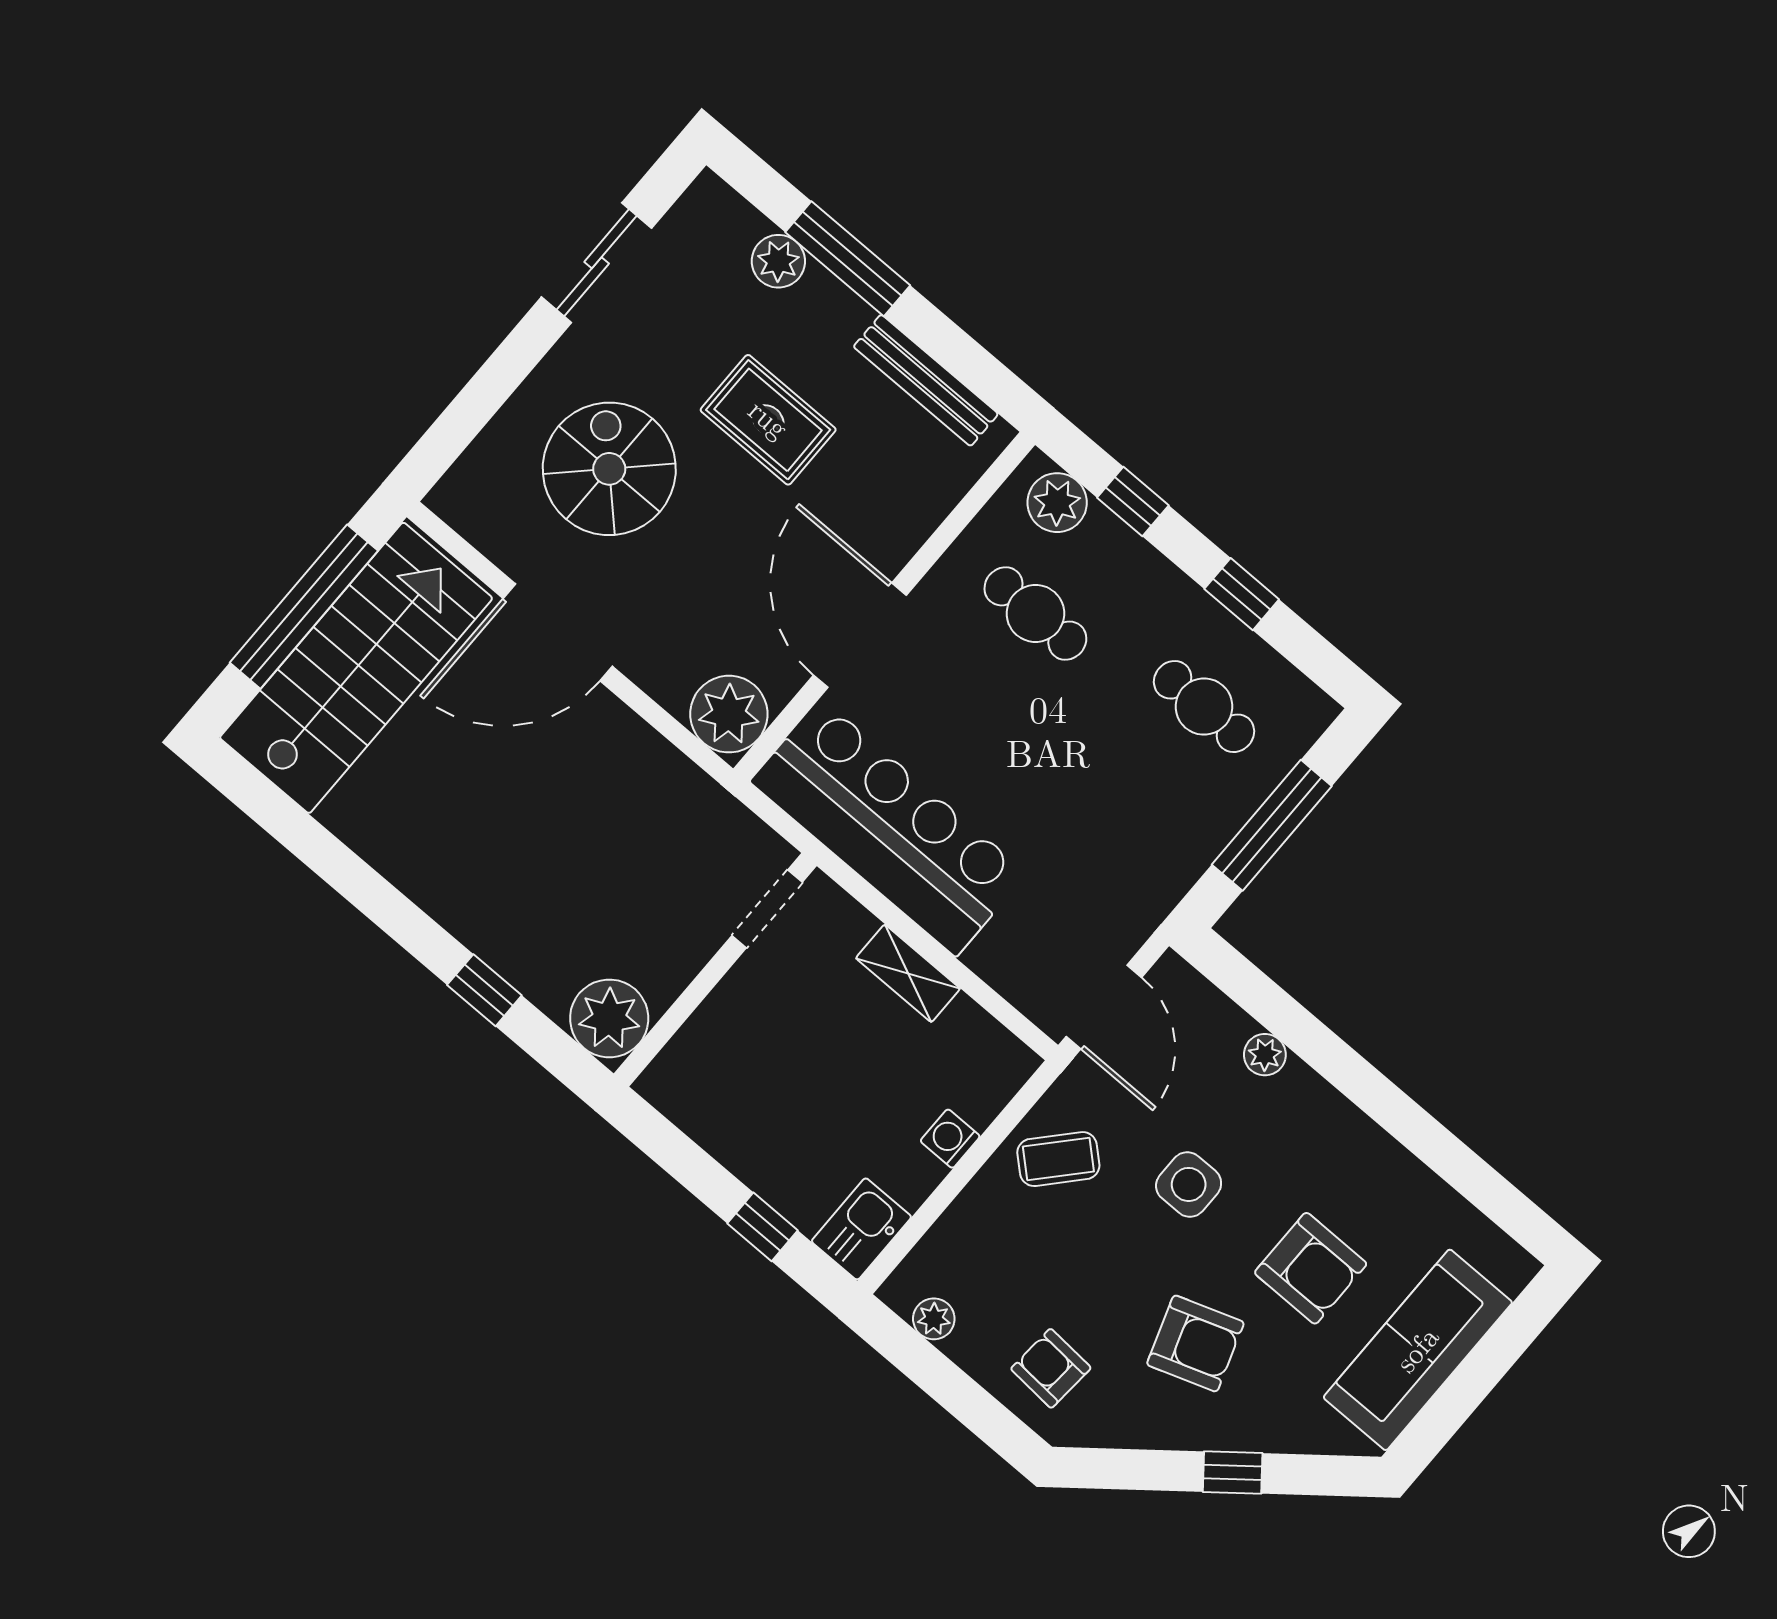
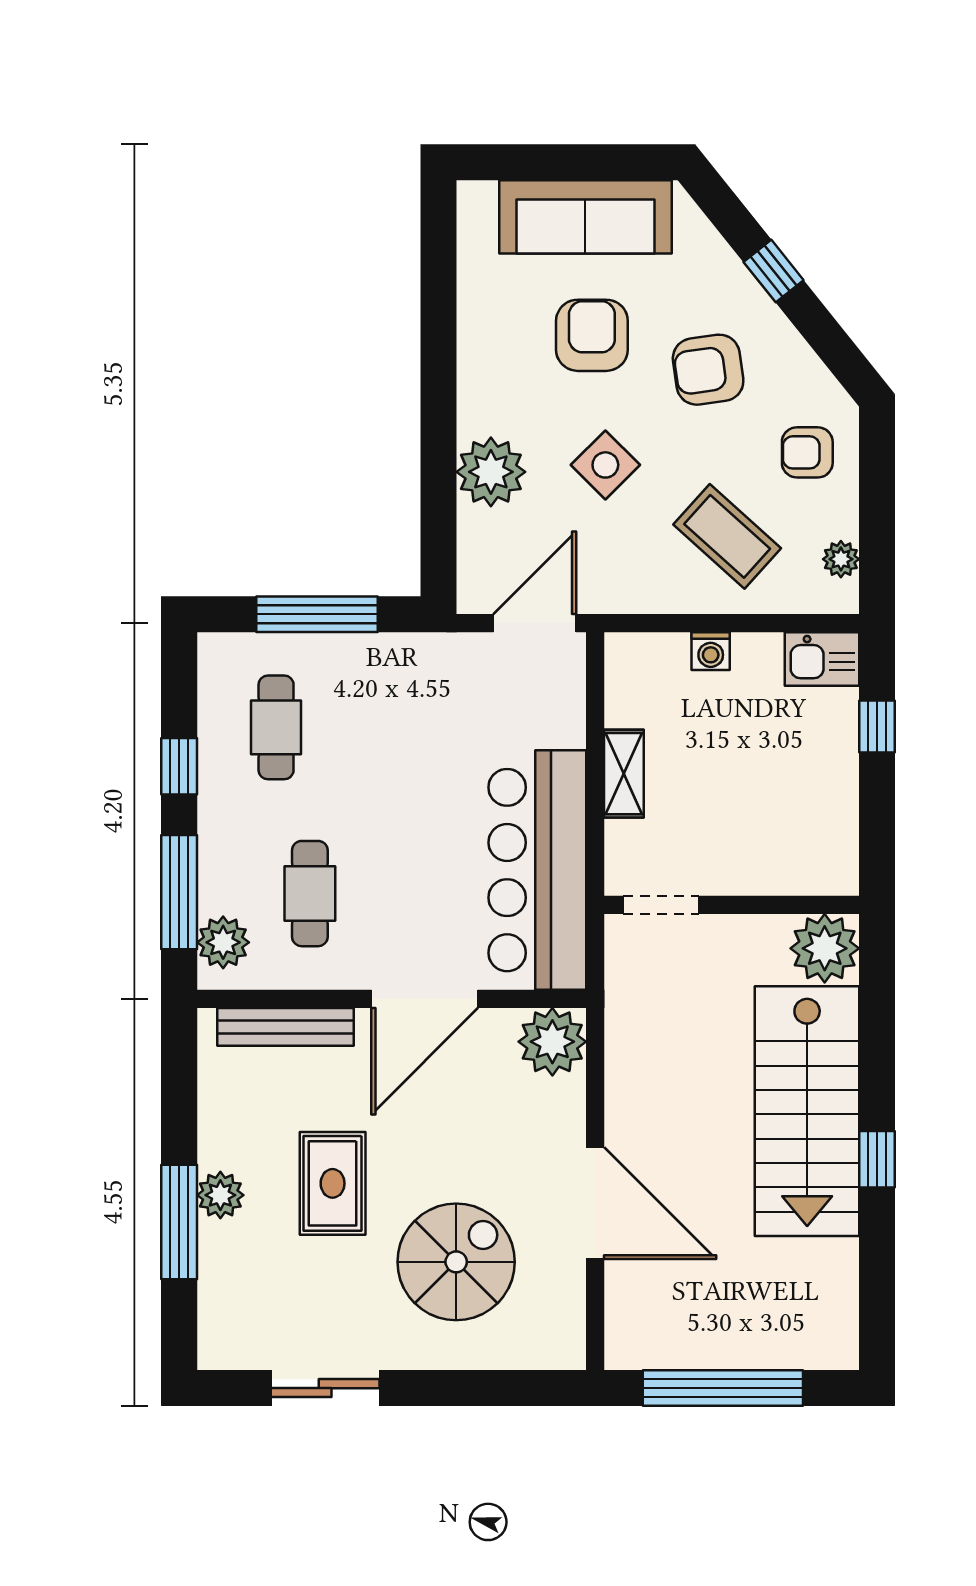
plant: (778, 261) -> (220, 1195), moved
bench: (926, 380) -> (285, 1027), moved, turned 90
spiral stairs: (609, 469) -> (456, 1262), turned 180
window: (1133, 501) -> (179, 892), width x2.17
stairs: (356, 668) -> (807, 1111), moved, turned -90
window: (484, 990) -> (877, 1159), moved
plant: (1265, 1055) -> (491, 472), width x1.88, depth x1.88
coffee table: (1058, 1159) -> (727, 536), moved, width x1.36, depth x1.30
side table: (1189, 1184) -> (605, 465), turned 45
armchair: (1195, 1343) -> (708, 370), turned -79
armchair: (1051, 1368) -> (807, 452), turned 86

